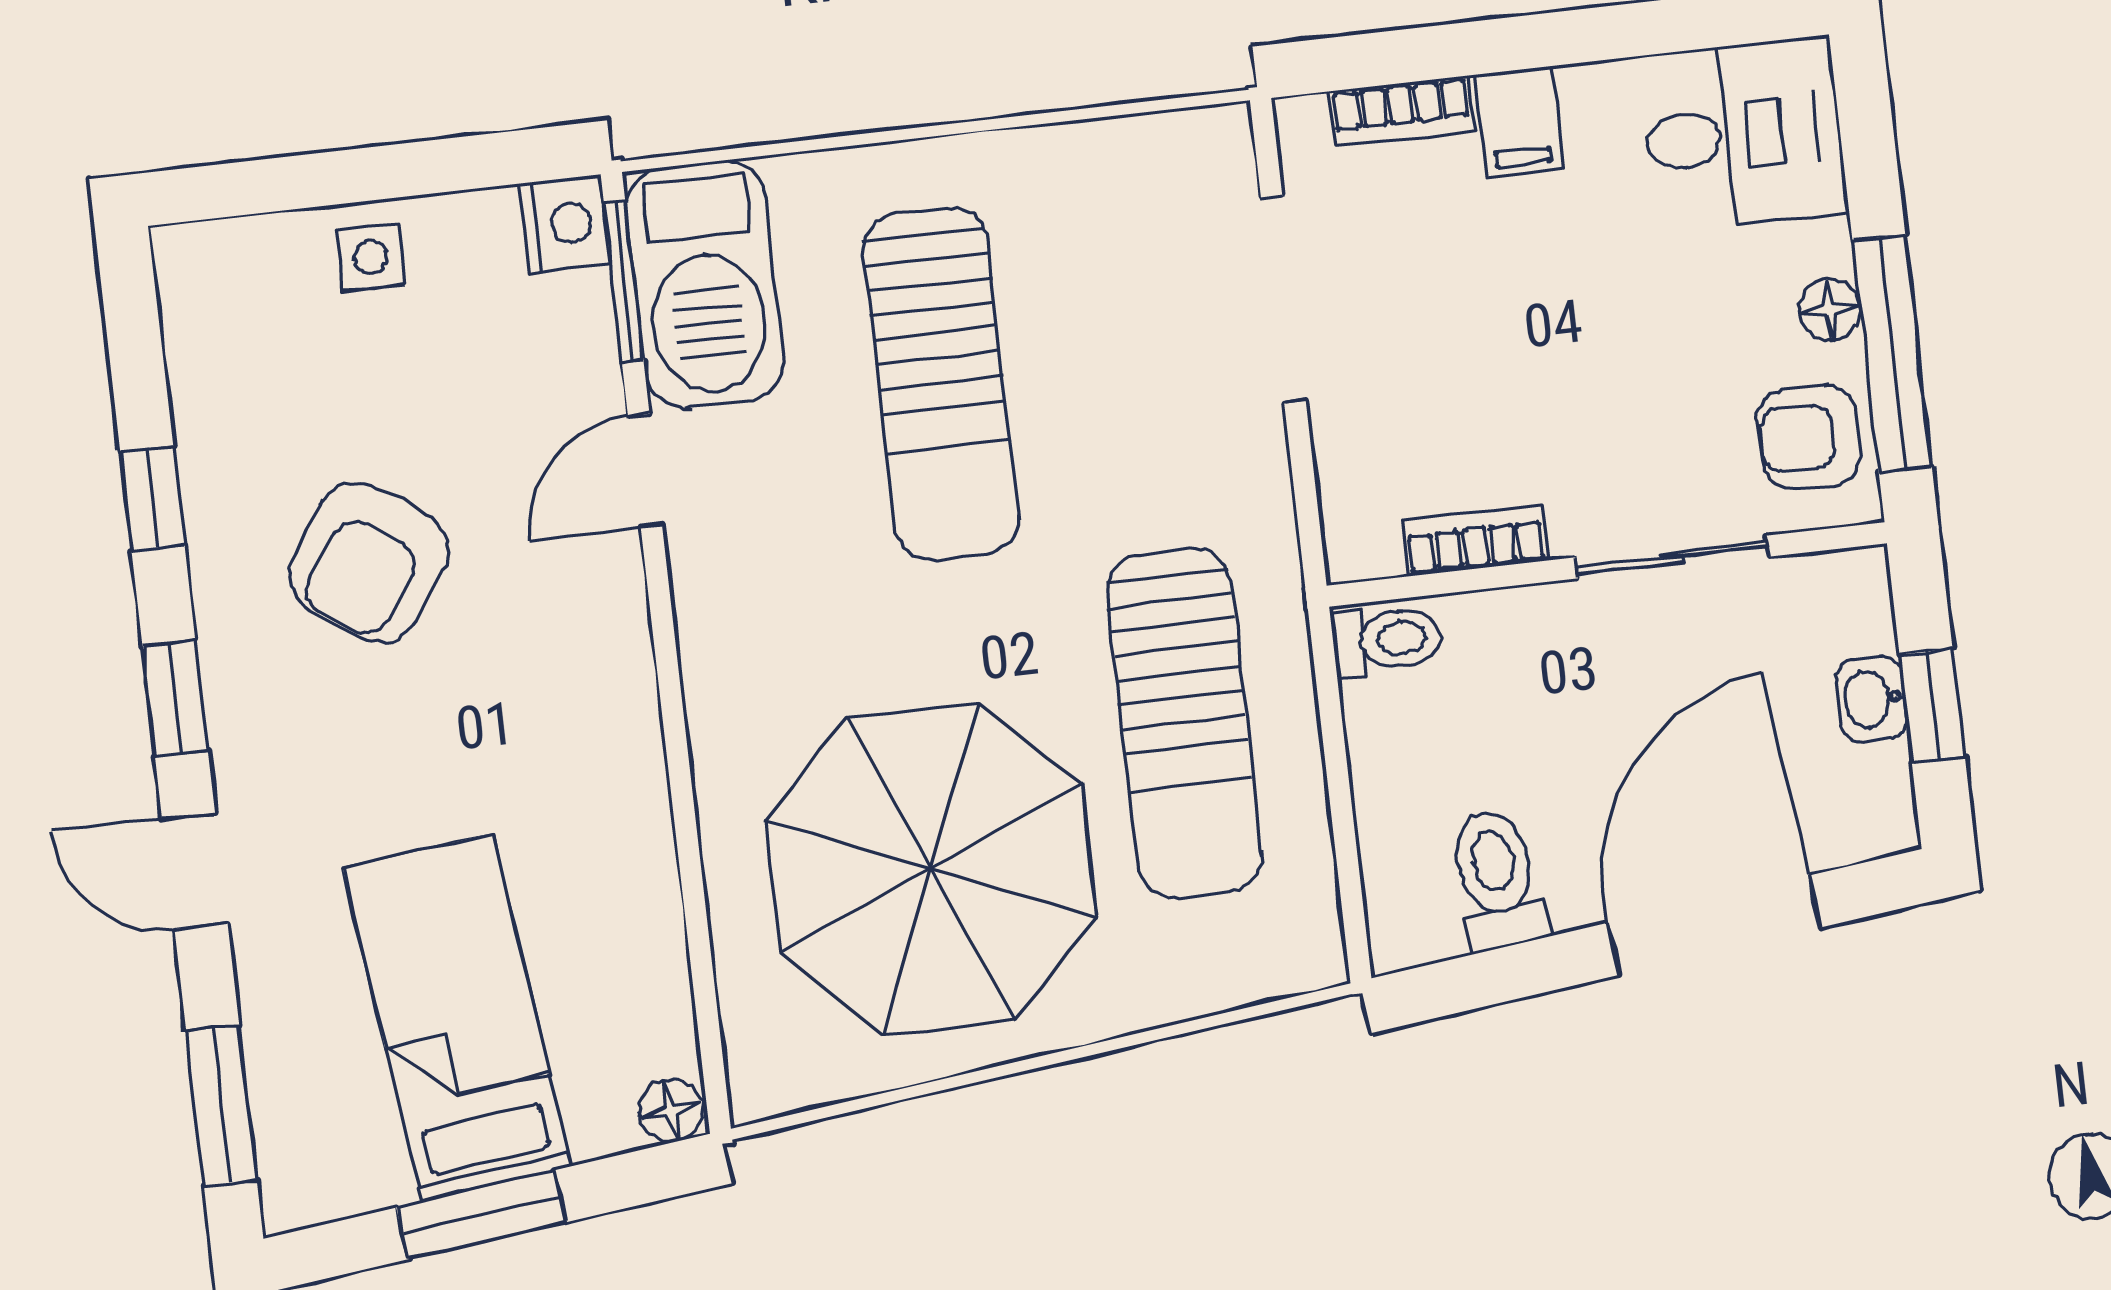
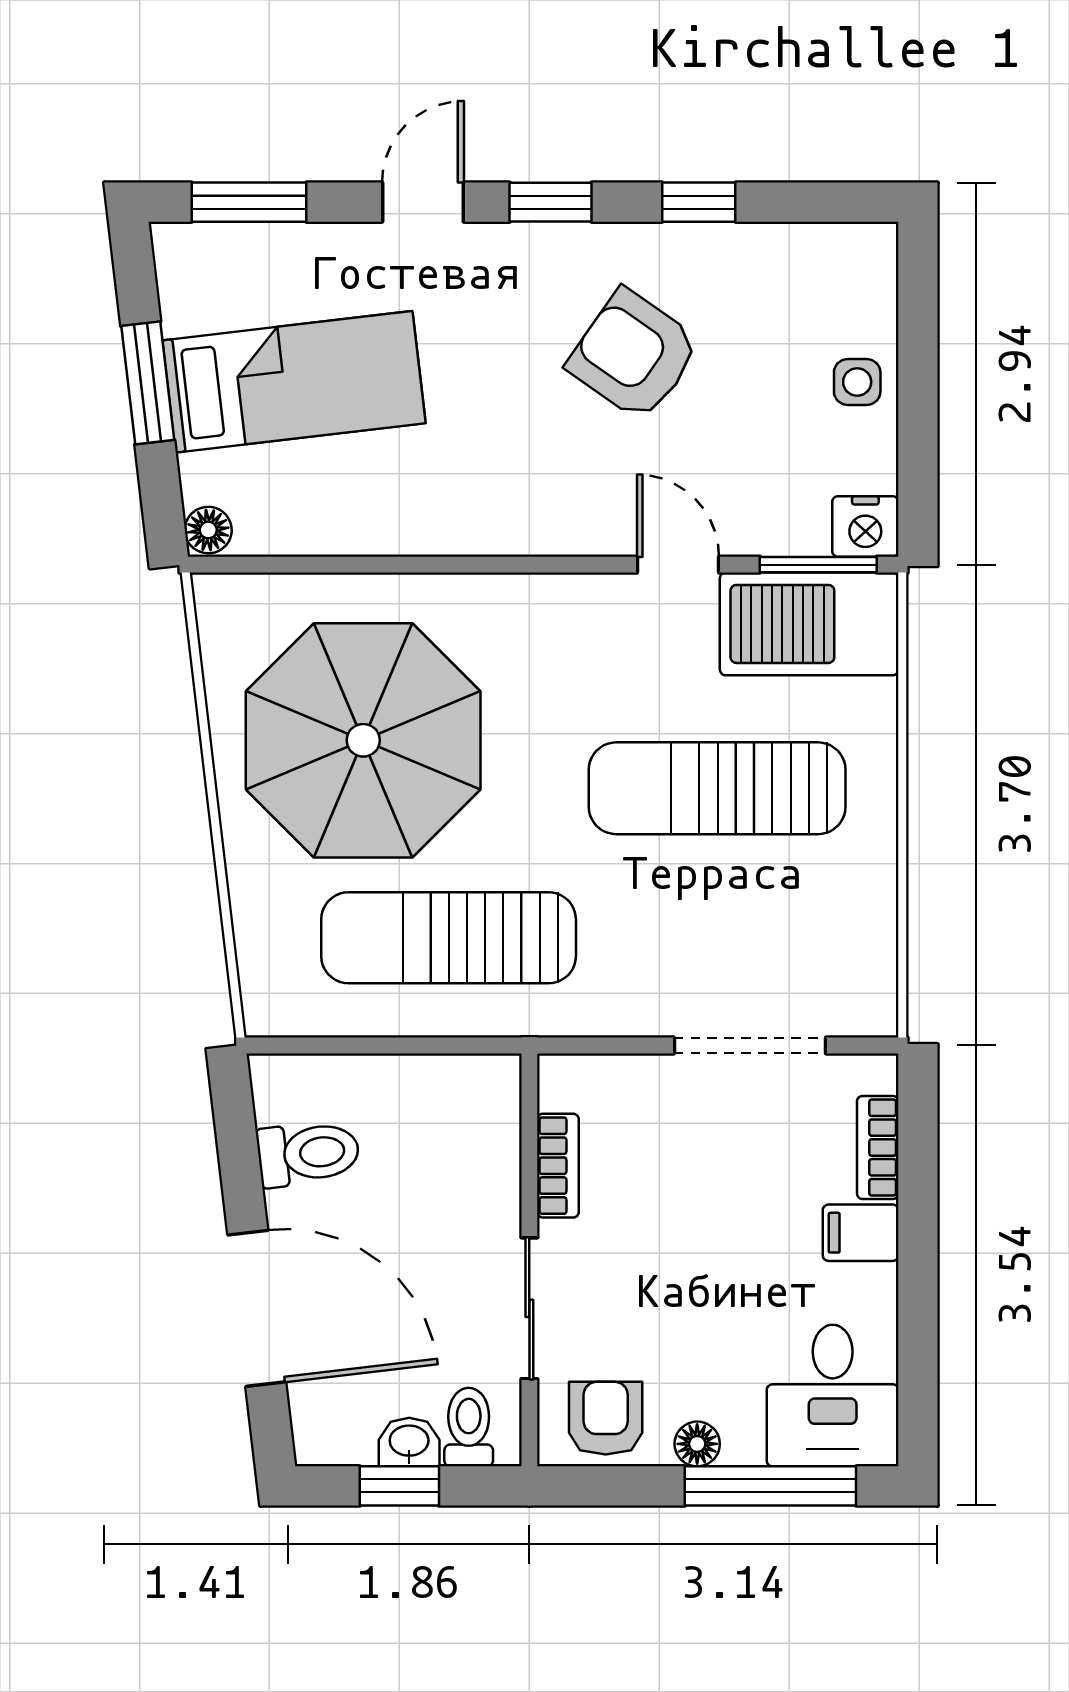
window: (1892, 353) -> (770, 1486), moved
toilet: (1387, 640) -> (469, 1427), moved, turned 180

